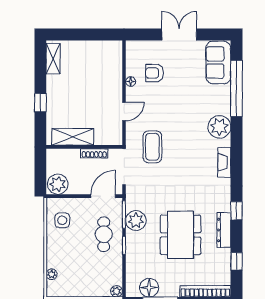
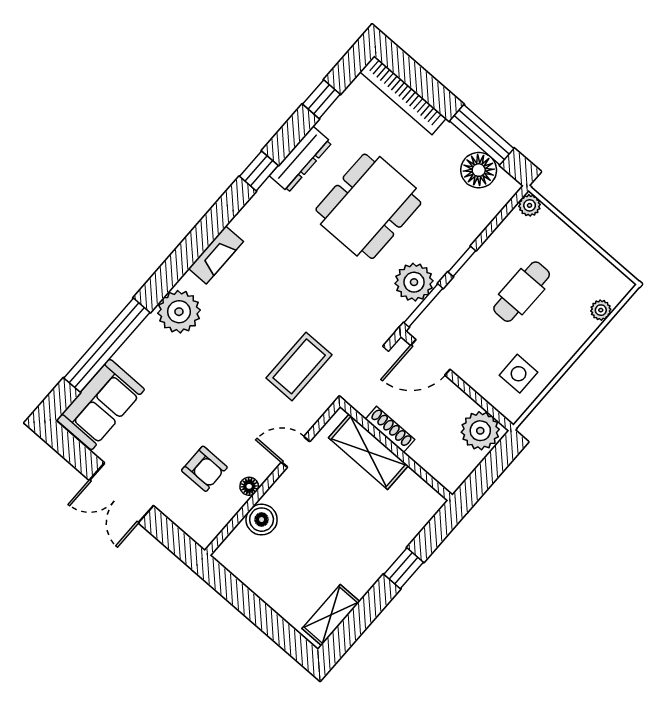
boiler: (114, 73) -> (262, 520), added
shelving: (73, 137) -> (368, 452), moved
cafe table: (104, 234) -> (522, 292), moved

